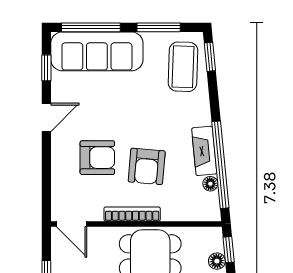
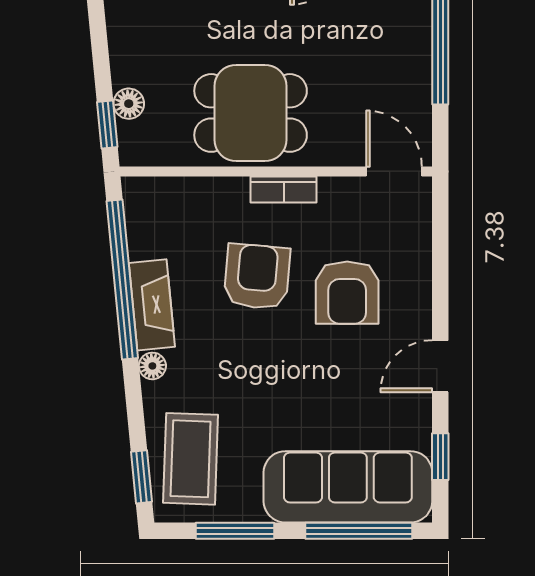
armchair: (97, 158) -> (347, 293), turned -90
floor lamp: (210, 184) -> (152, 366), moved
bookcase: (132, 214) -> (284, 190), width x0.64

